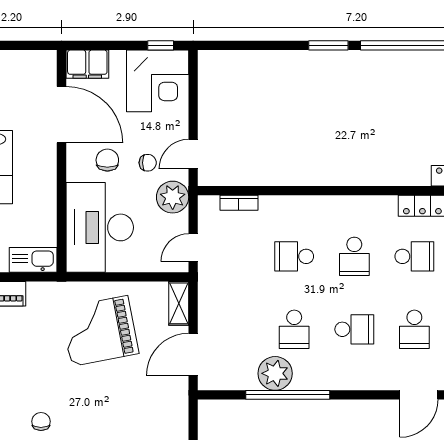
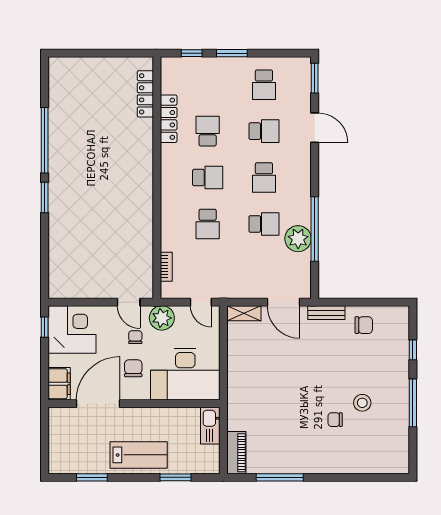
chair: (107, 160) -> (133, 368), turned 90
school desk: (354, 329) -> (264, 178), turned 180
grand piano: (100, 331) -> (265, 374), removed
bench: (179, 410) -> (326, 313), added

